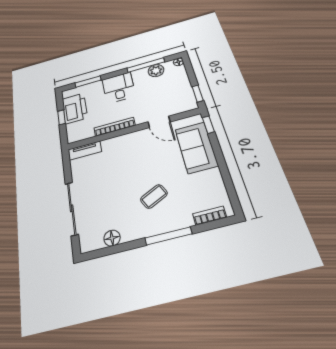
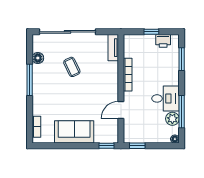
desk: (119, 88) -> (165, 98), moved
printer: (75, 108) -> (163, 41), width x0.53, depth x0.68
sofa: (196, 147) -> (74, 132), moved
coffee table: (154, 196) -> (72, 67), moved
sliding door: (72, 208) -> (67, 32), width x1.36
window: (168, 236) -> (30, 80), moved

